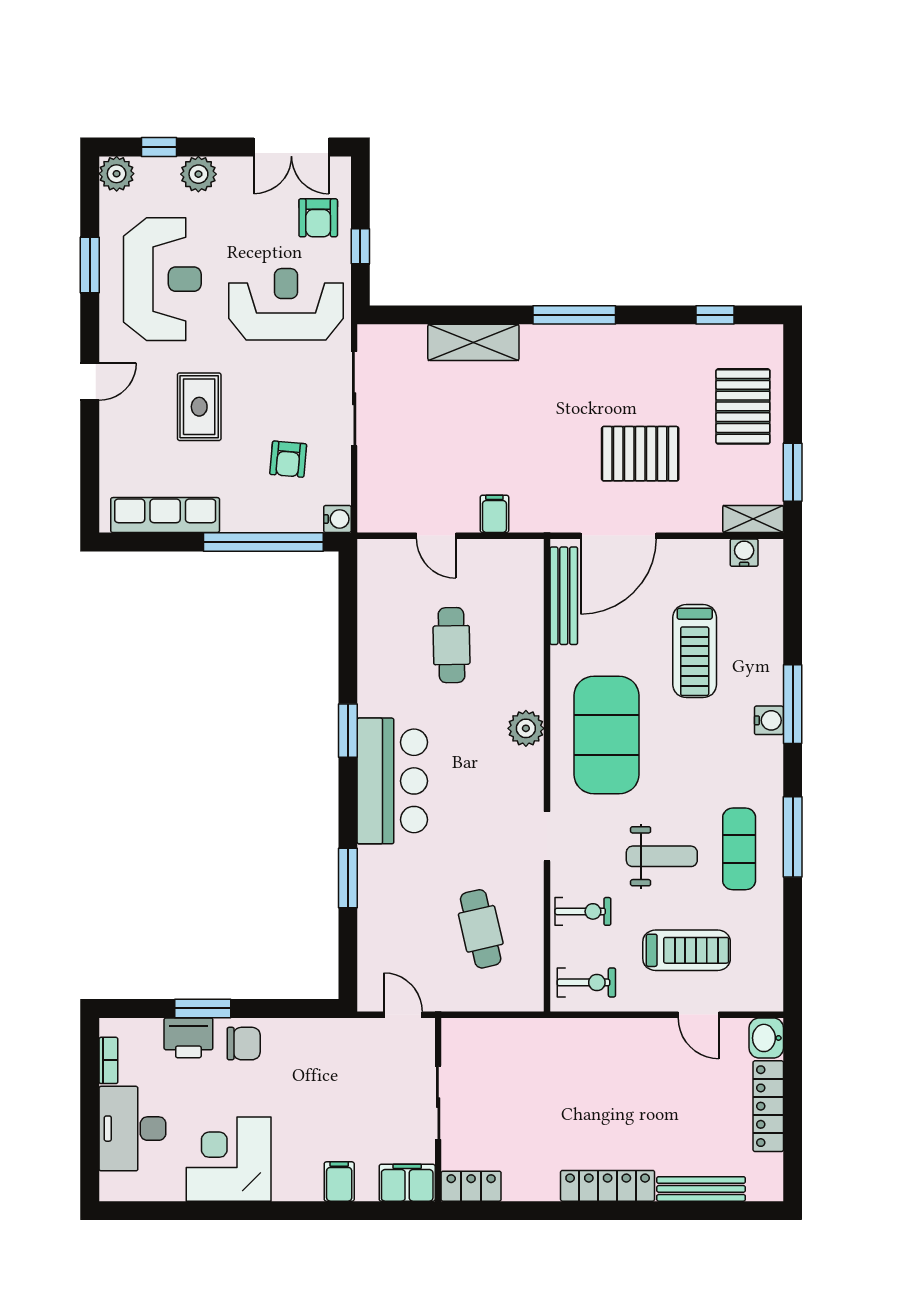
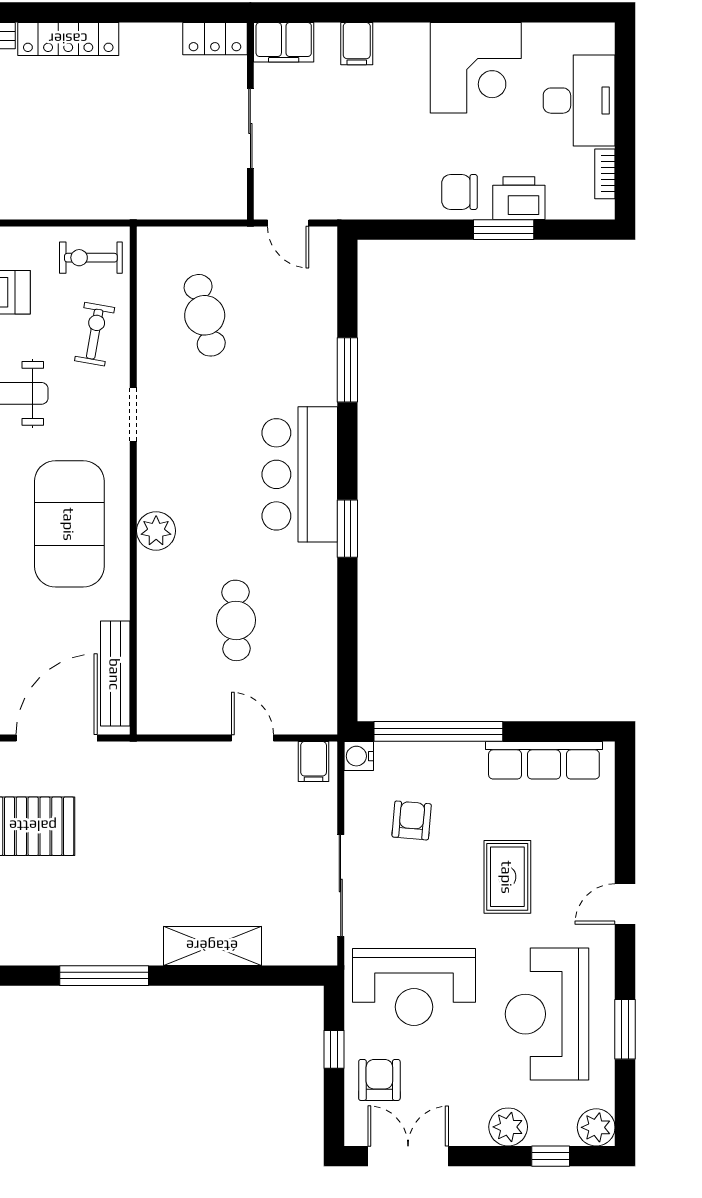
filing cabinet: (494, 514) -> (314, 762), moved
exercise bike: (583, 911) -> (95, 334), turned 100

